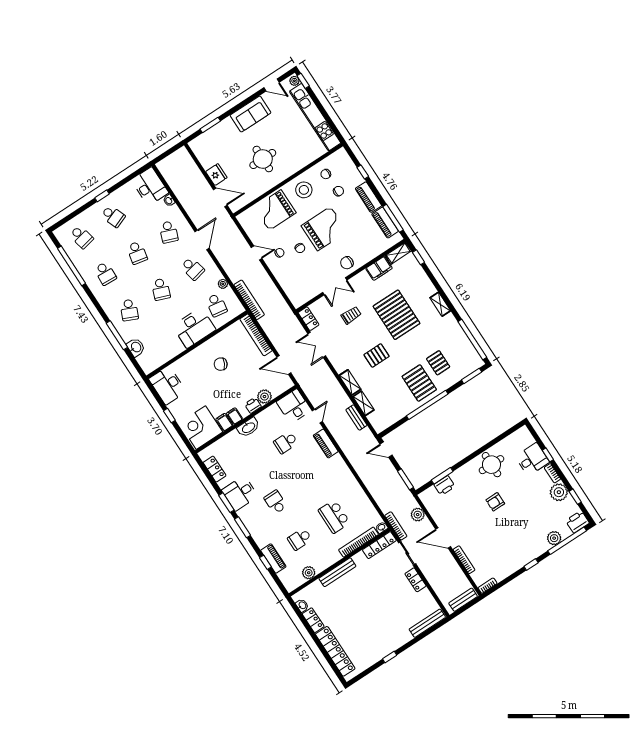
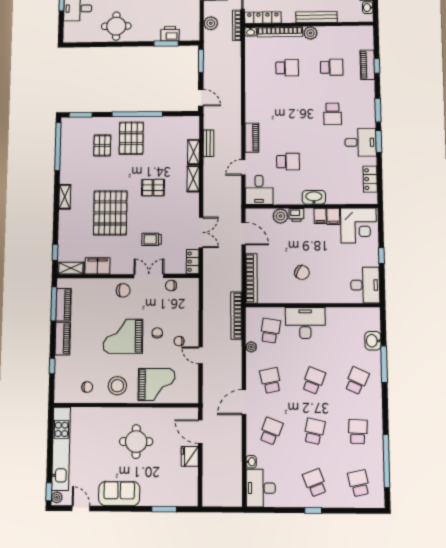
chair: (338, 191) -> (171, 285), moved
school desk: (334, 516) -> (287, 68), width x0.54
plant: (309, 573) -> (310, 33), moved

